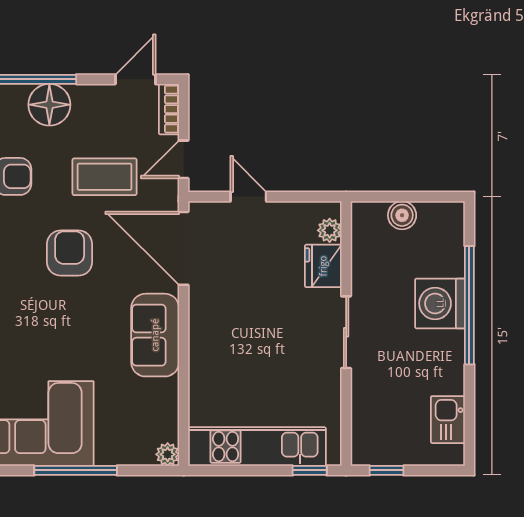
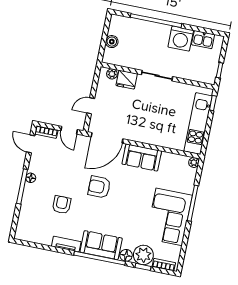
floor lamp: (49, 105) -> (31, 178), width x0.53, depth x0.53
coffee table: (105, 177) -> (70, 165), removed
washing machine: (440, 303) -> (181, 39), moved

